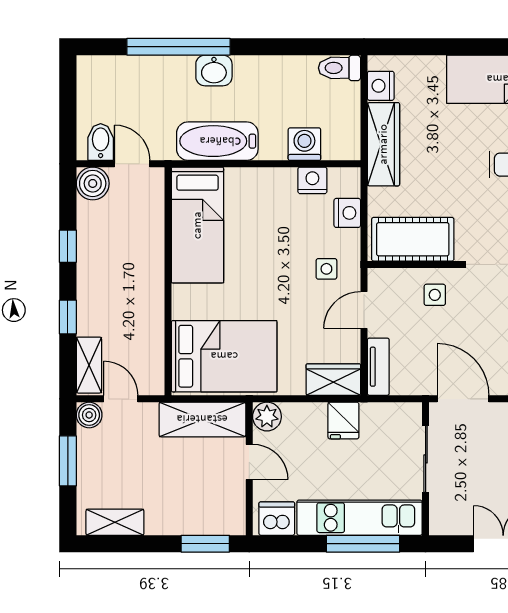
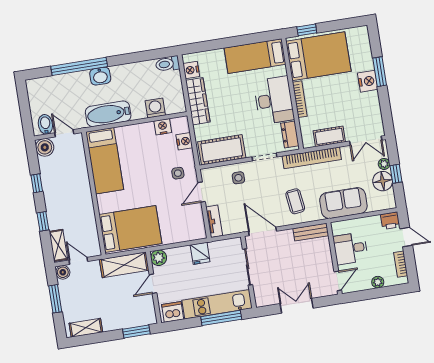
wardrobe: (333, 380) -> (191, 232), removed
door: (249, 462) -> (153, 284), swing flipped

